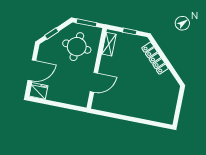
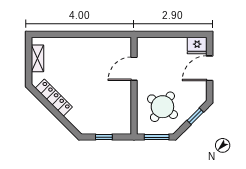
shelving: (109, 44) -> (37, 58), moved
round table: (77, 47) -> (162, 107), turned 30
locker: (155, 58) -> (54, 98), moved

